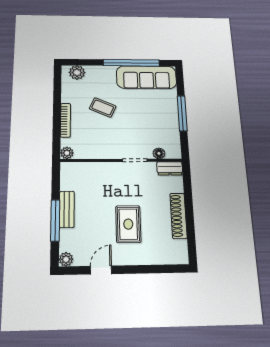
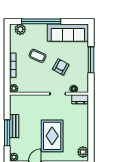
window: (131, 63) -> (41, 21), moved
armchair: (138, 123) -> (61, 67), added
shoe rack: (178, 216) -> (84, 131), removed
rug: (128, 224) -> (52, 136), width x1.36, depth x1.43
plant: (179, 249) -> (83, 152), added

